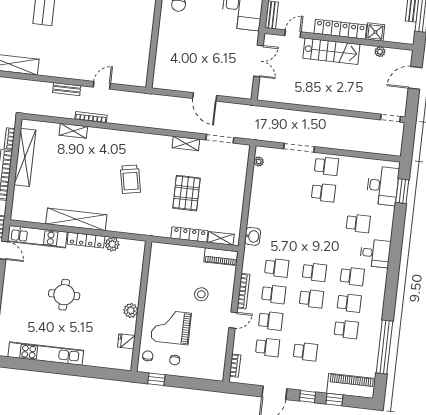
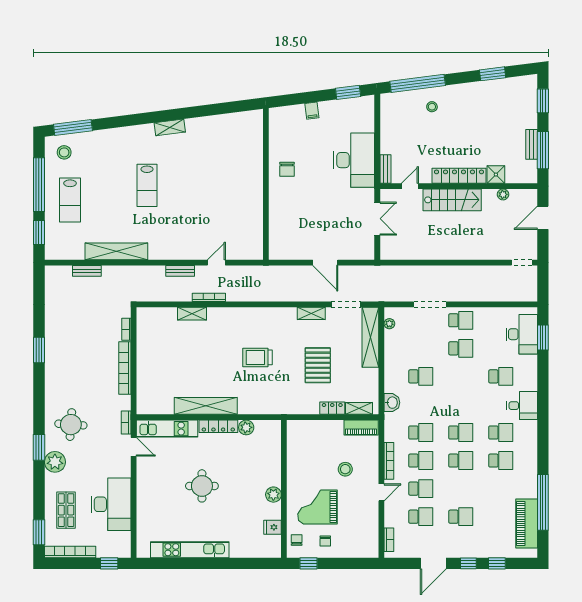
shelving: (25, 157) -> (370, 337), moved
trolley: (130, 179) -> (257, 357), turned 101
locker: (189, 234) -> (332, 408), width x0.66
school desk: (346, 329) -> (421, 376), moved
piano: (351, 386) -> (527, 524), moved, turned -90

